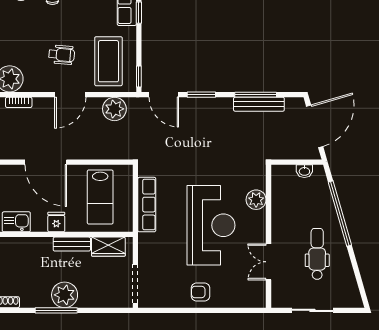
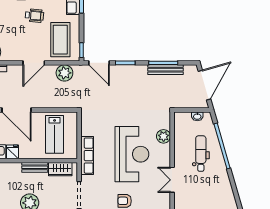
wheelchair: (62, 55) -> (34, 16), moved
row of seats: (147, 205) -> (87, 156), moved
fridge: (56, 222) -> (12, 152), moved
dental chair: (317, 254) -> (201, 153), moved

